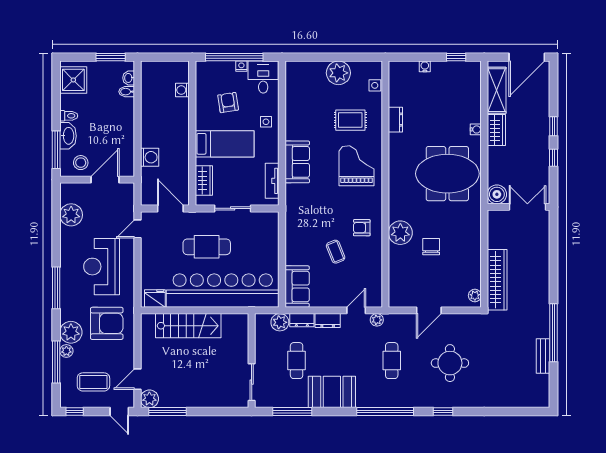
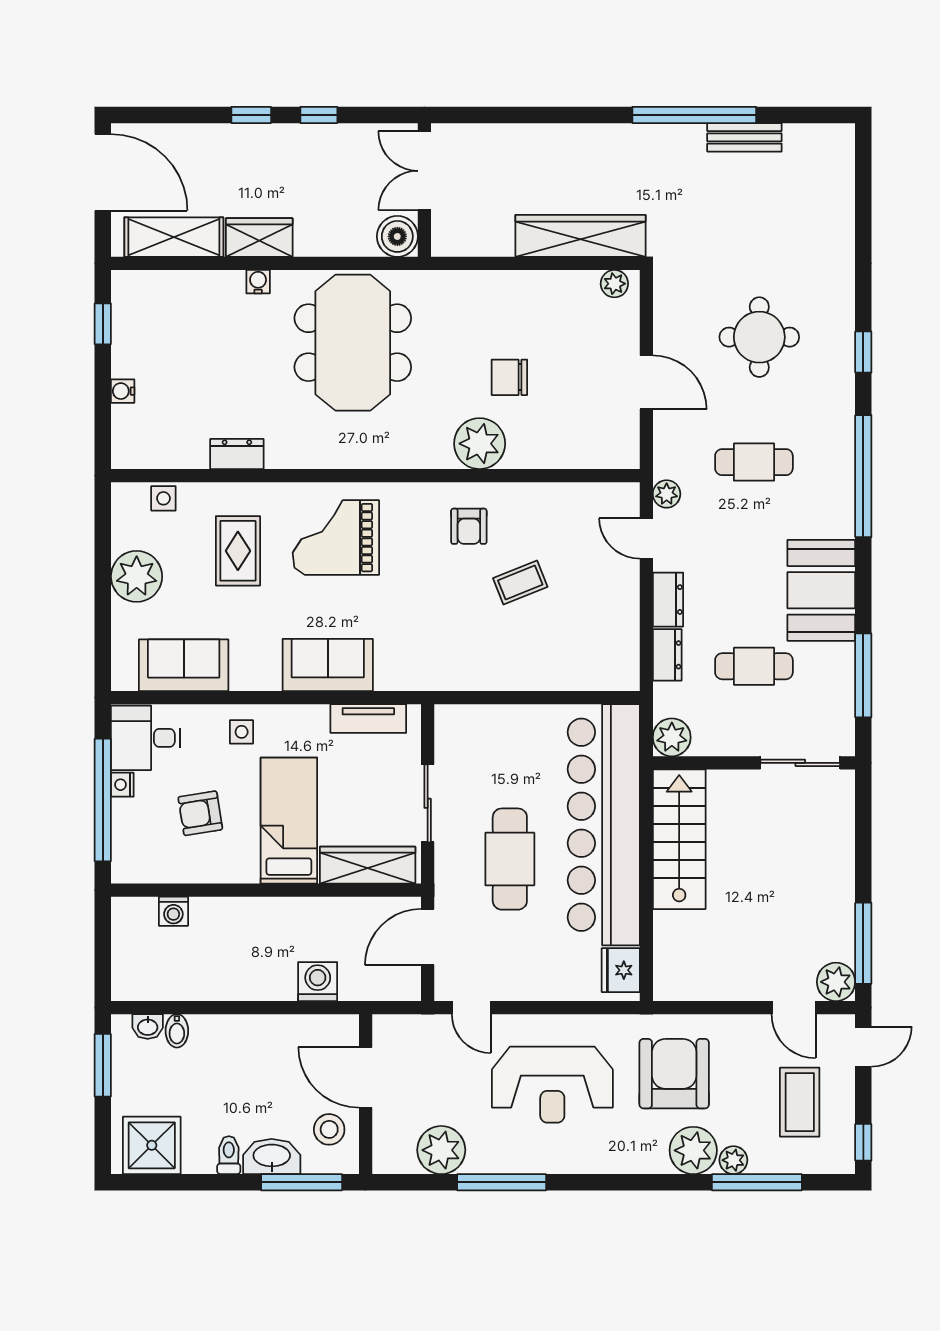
wardrobe: (204, 180) -> (368, 865), width x1.50
sofa: (297, 287) -> (184, 665), moved
window: (56, 288) -> (502, 1182), moved
plant: (280, 322) -> (672, 737), moved
stairs: (188, 326) -> (679, 839), moved

